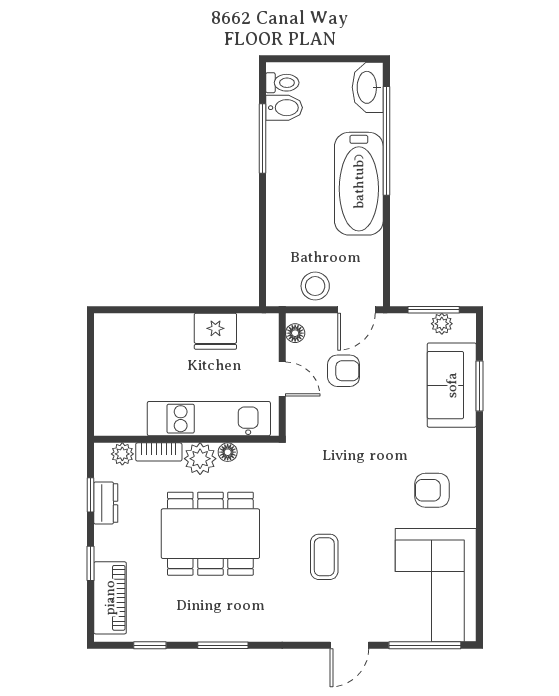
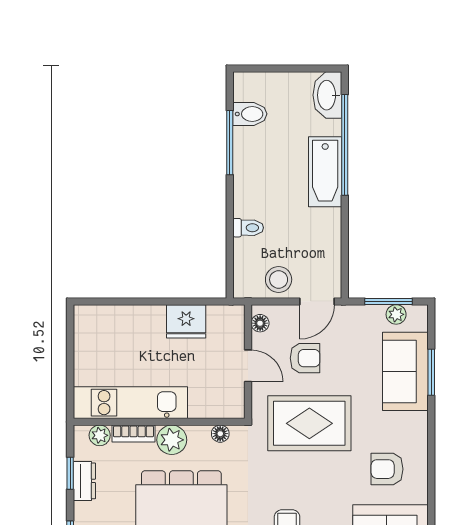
toilet: (282, 83) -> (248, 228), moved
bathtub: (359, 184) -> (325, 172), width x0.73, depth x0.73
kitchen unit: (209, 419) -> (130, 403), moved
rug: (348, 441) -> (309, 423), added
floor lamp: (228, 452) -> (220, 434), moved

